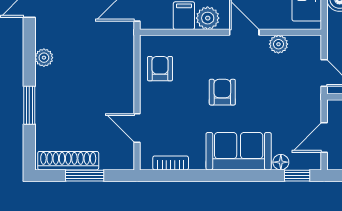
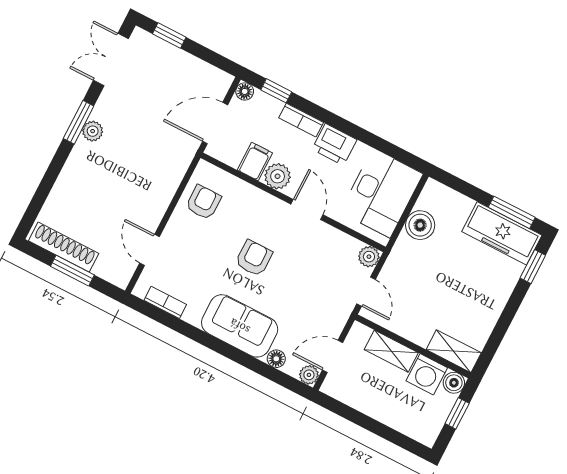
plant: (278, 44) -> (369, 257), moved
window: (29, 105) -> (79, 122), moved
plant: (313, 162) -> (309, 375), added
window: (297, 176) -> (286, 381), removed

